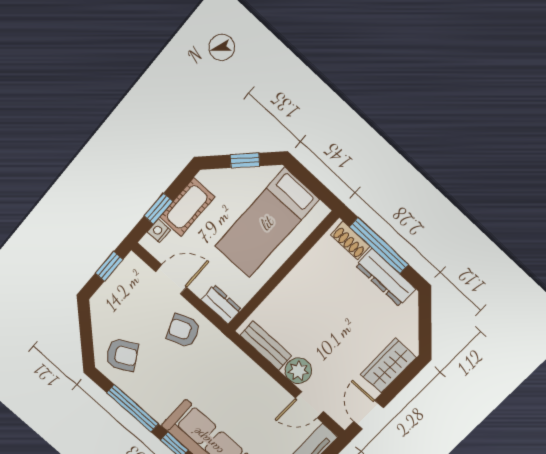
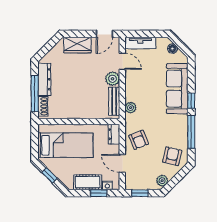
plant: (100, 312) -> (162, 181), added
armchair: (122, 355) -> (172, 156), turned 42
plant: (237, 359) -> (131, 108), added

